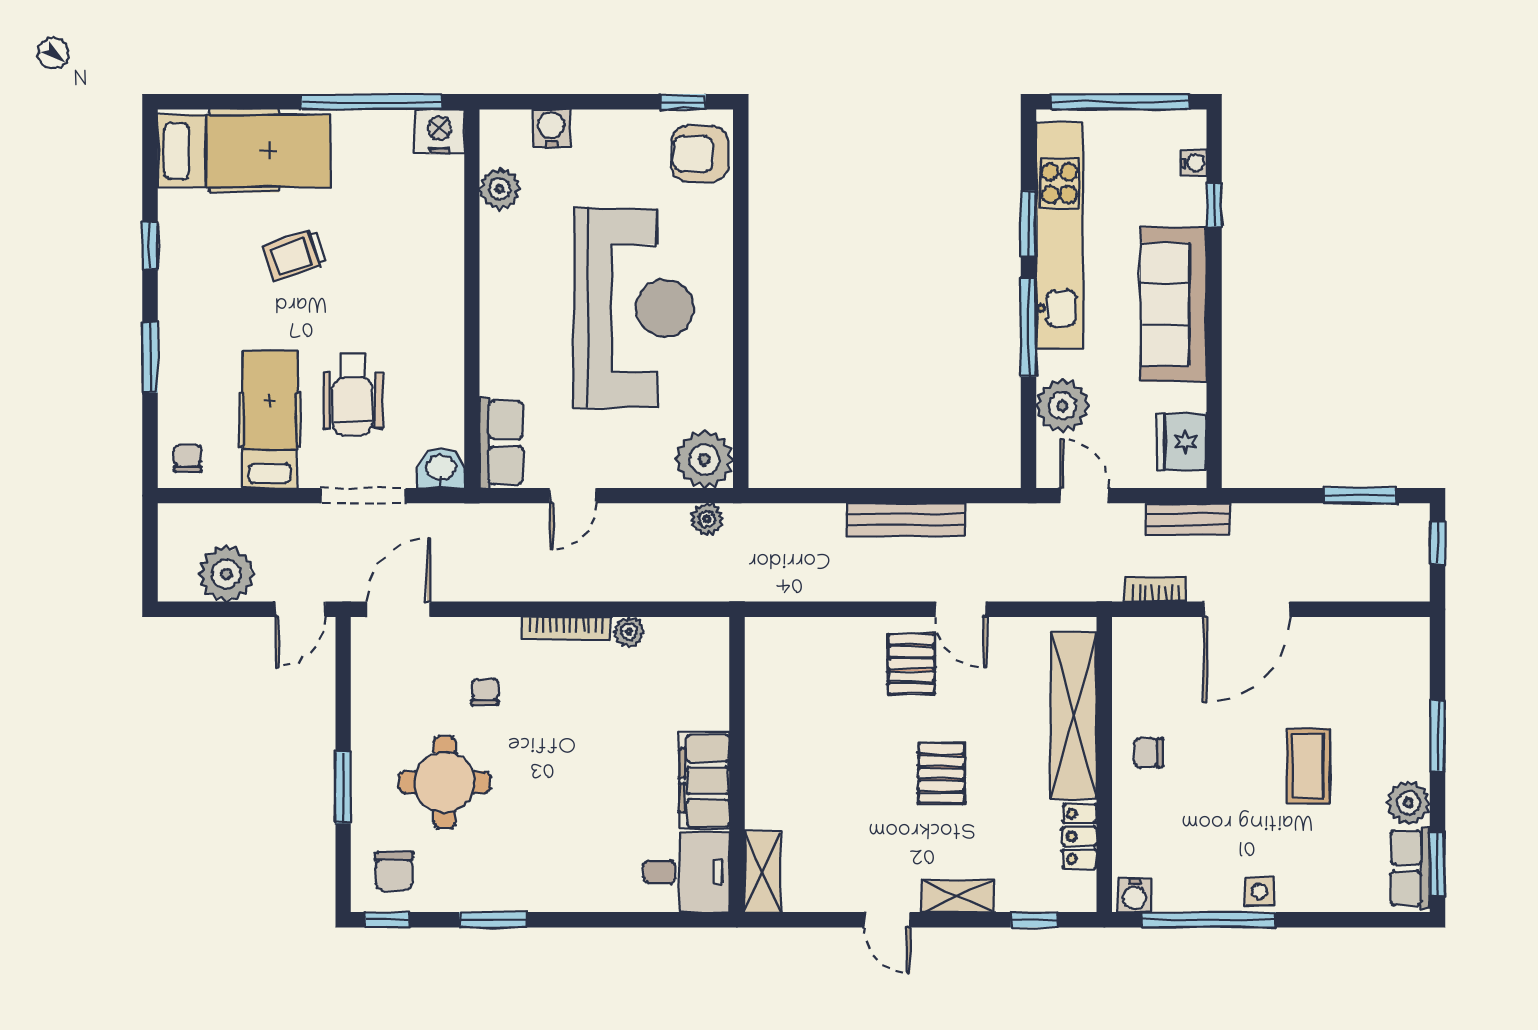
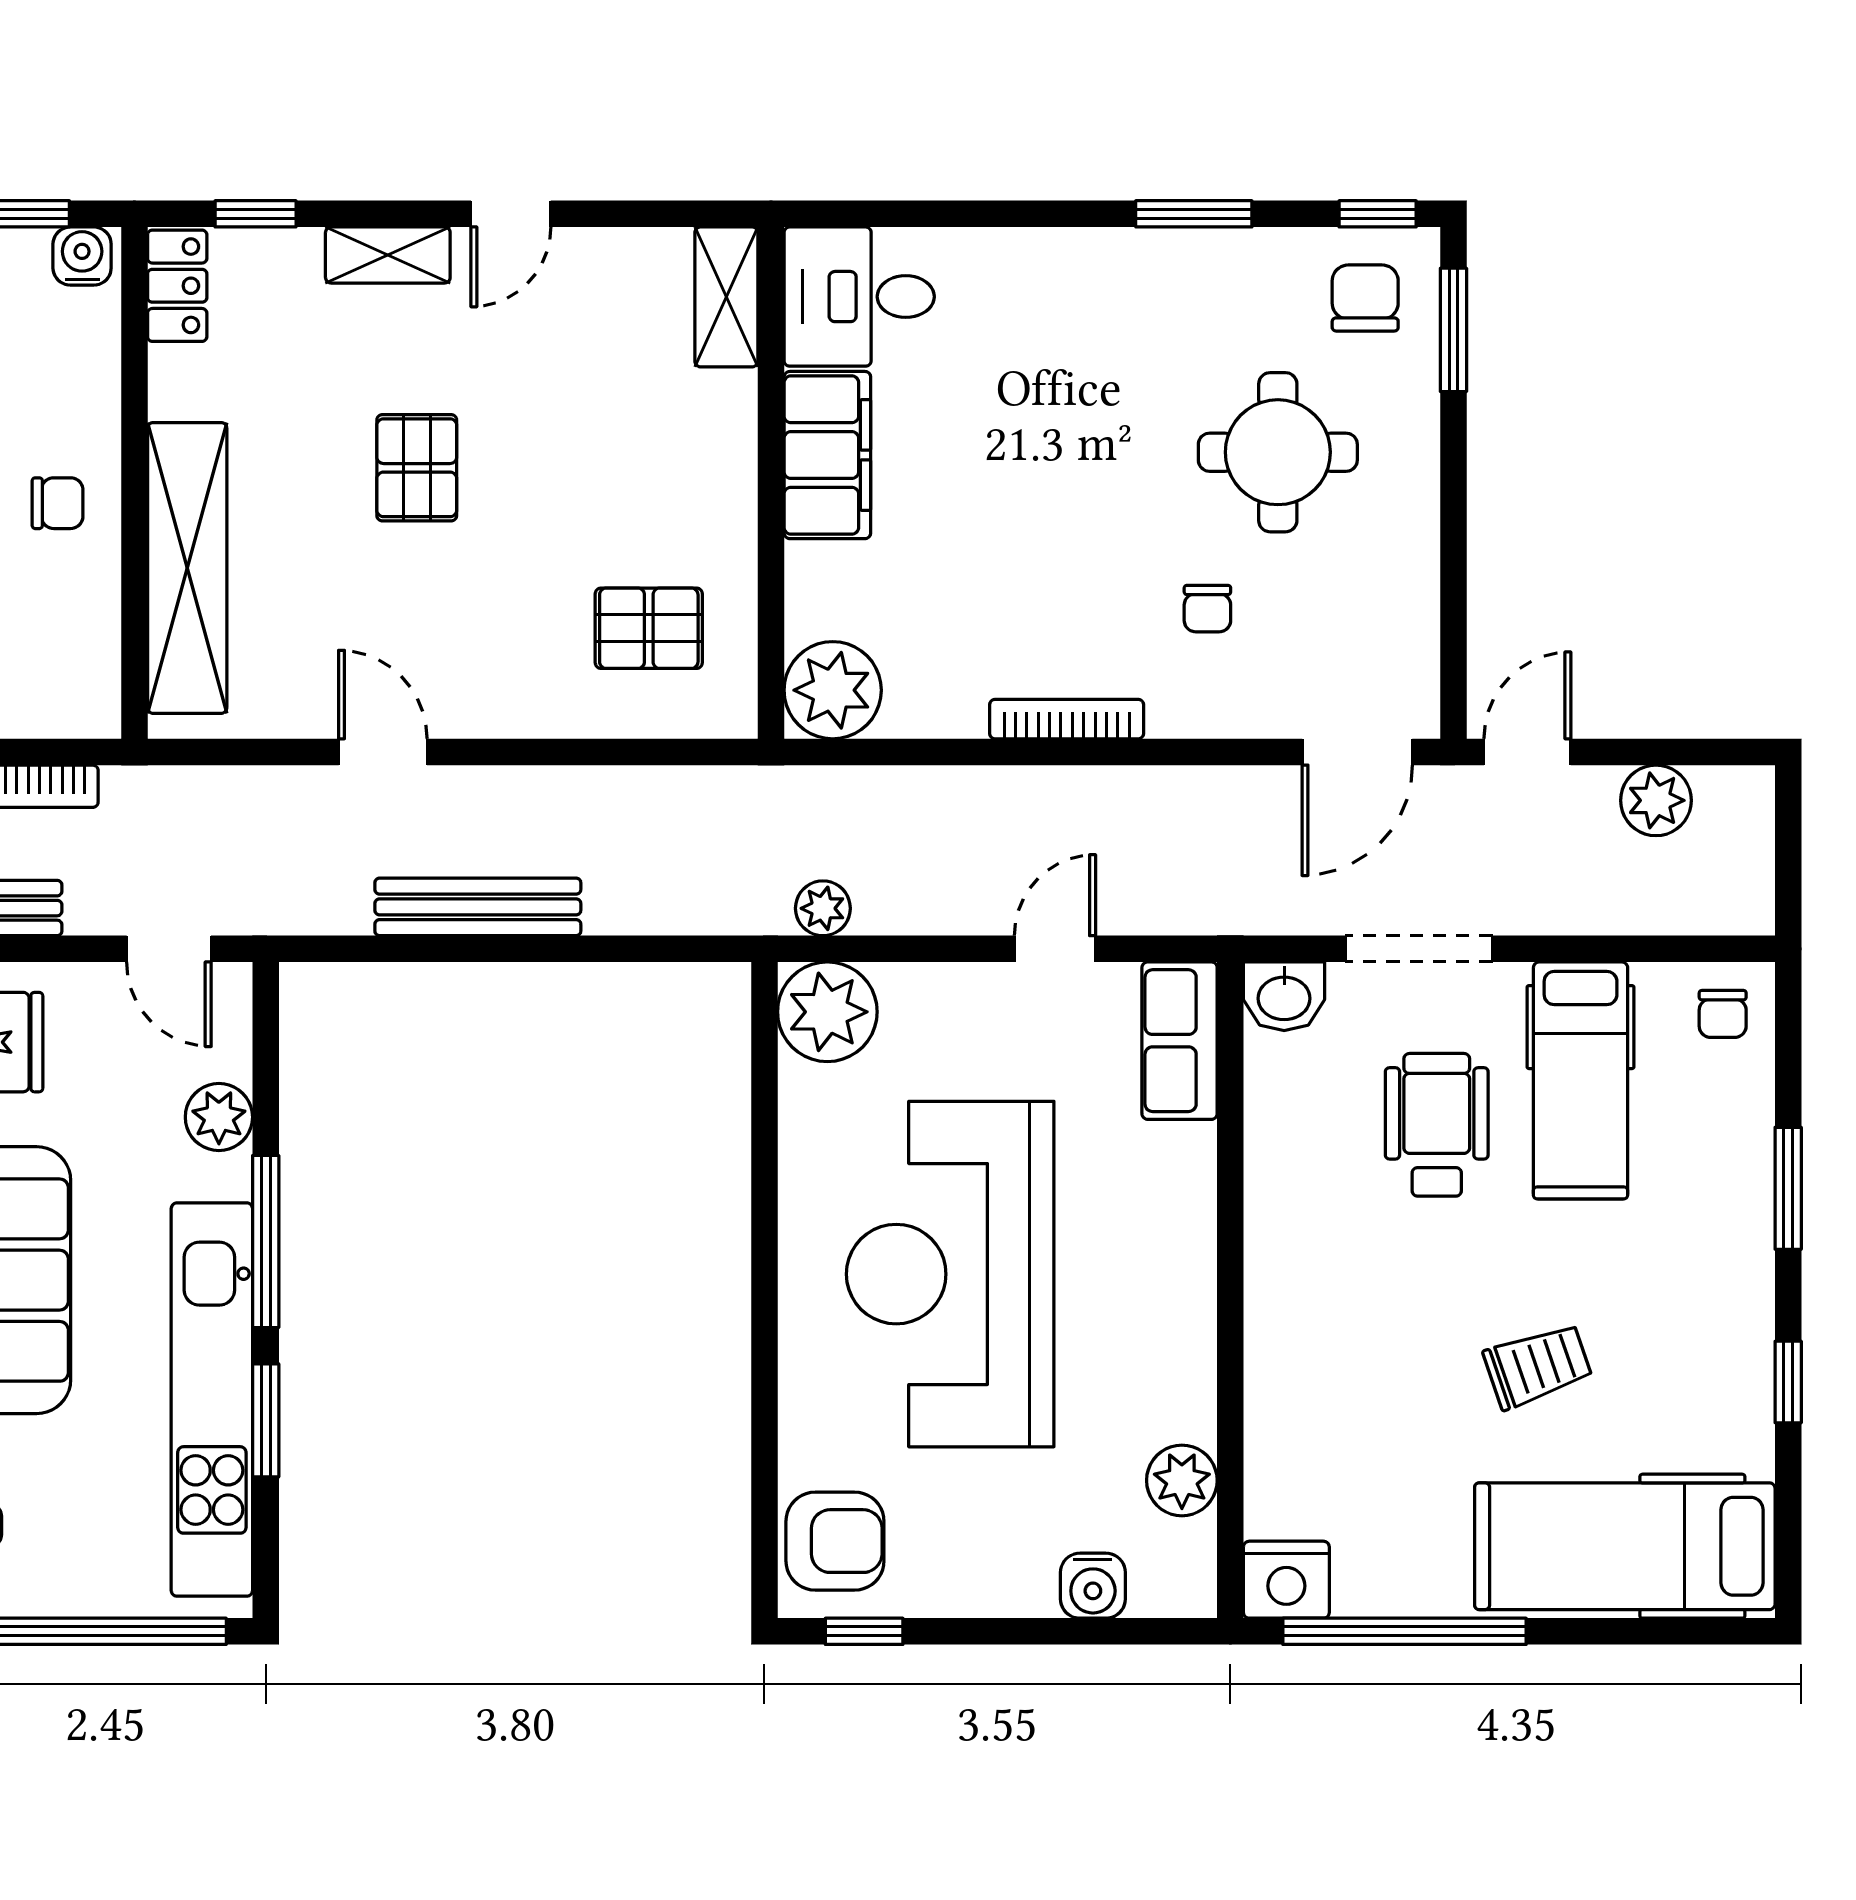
plant: (1063, 406) -> (219, 1117), width x0.73, depth x0.73
plant: (226, 574) -> (1656, 800), width x0.73, depth x0.73
plant: (629, 632) -> (833, 690), moved, width x1.88, depth x1.88
pallet: (911, 664) -> (649, 628), moved, turned 90
window: (343, 788) -> (1453, 330), moved
locker: (1080, 836) -> (177, 286), moved
door: (887, 920) -> (511, 214), swing flipped

